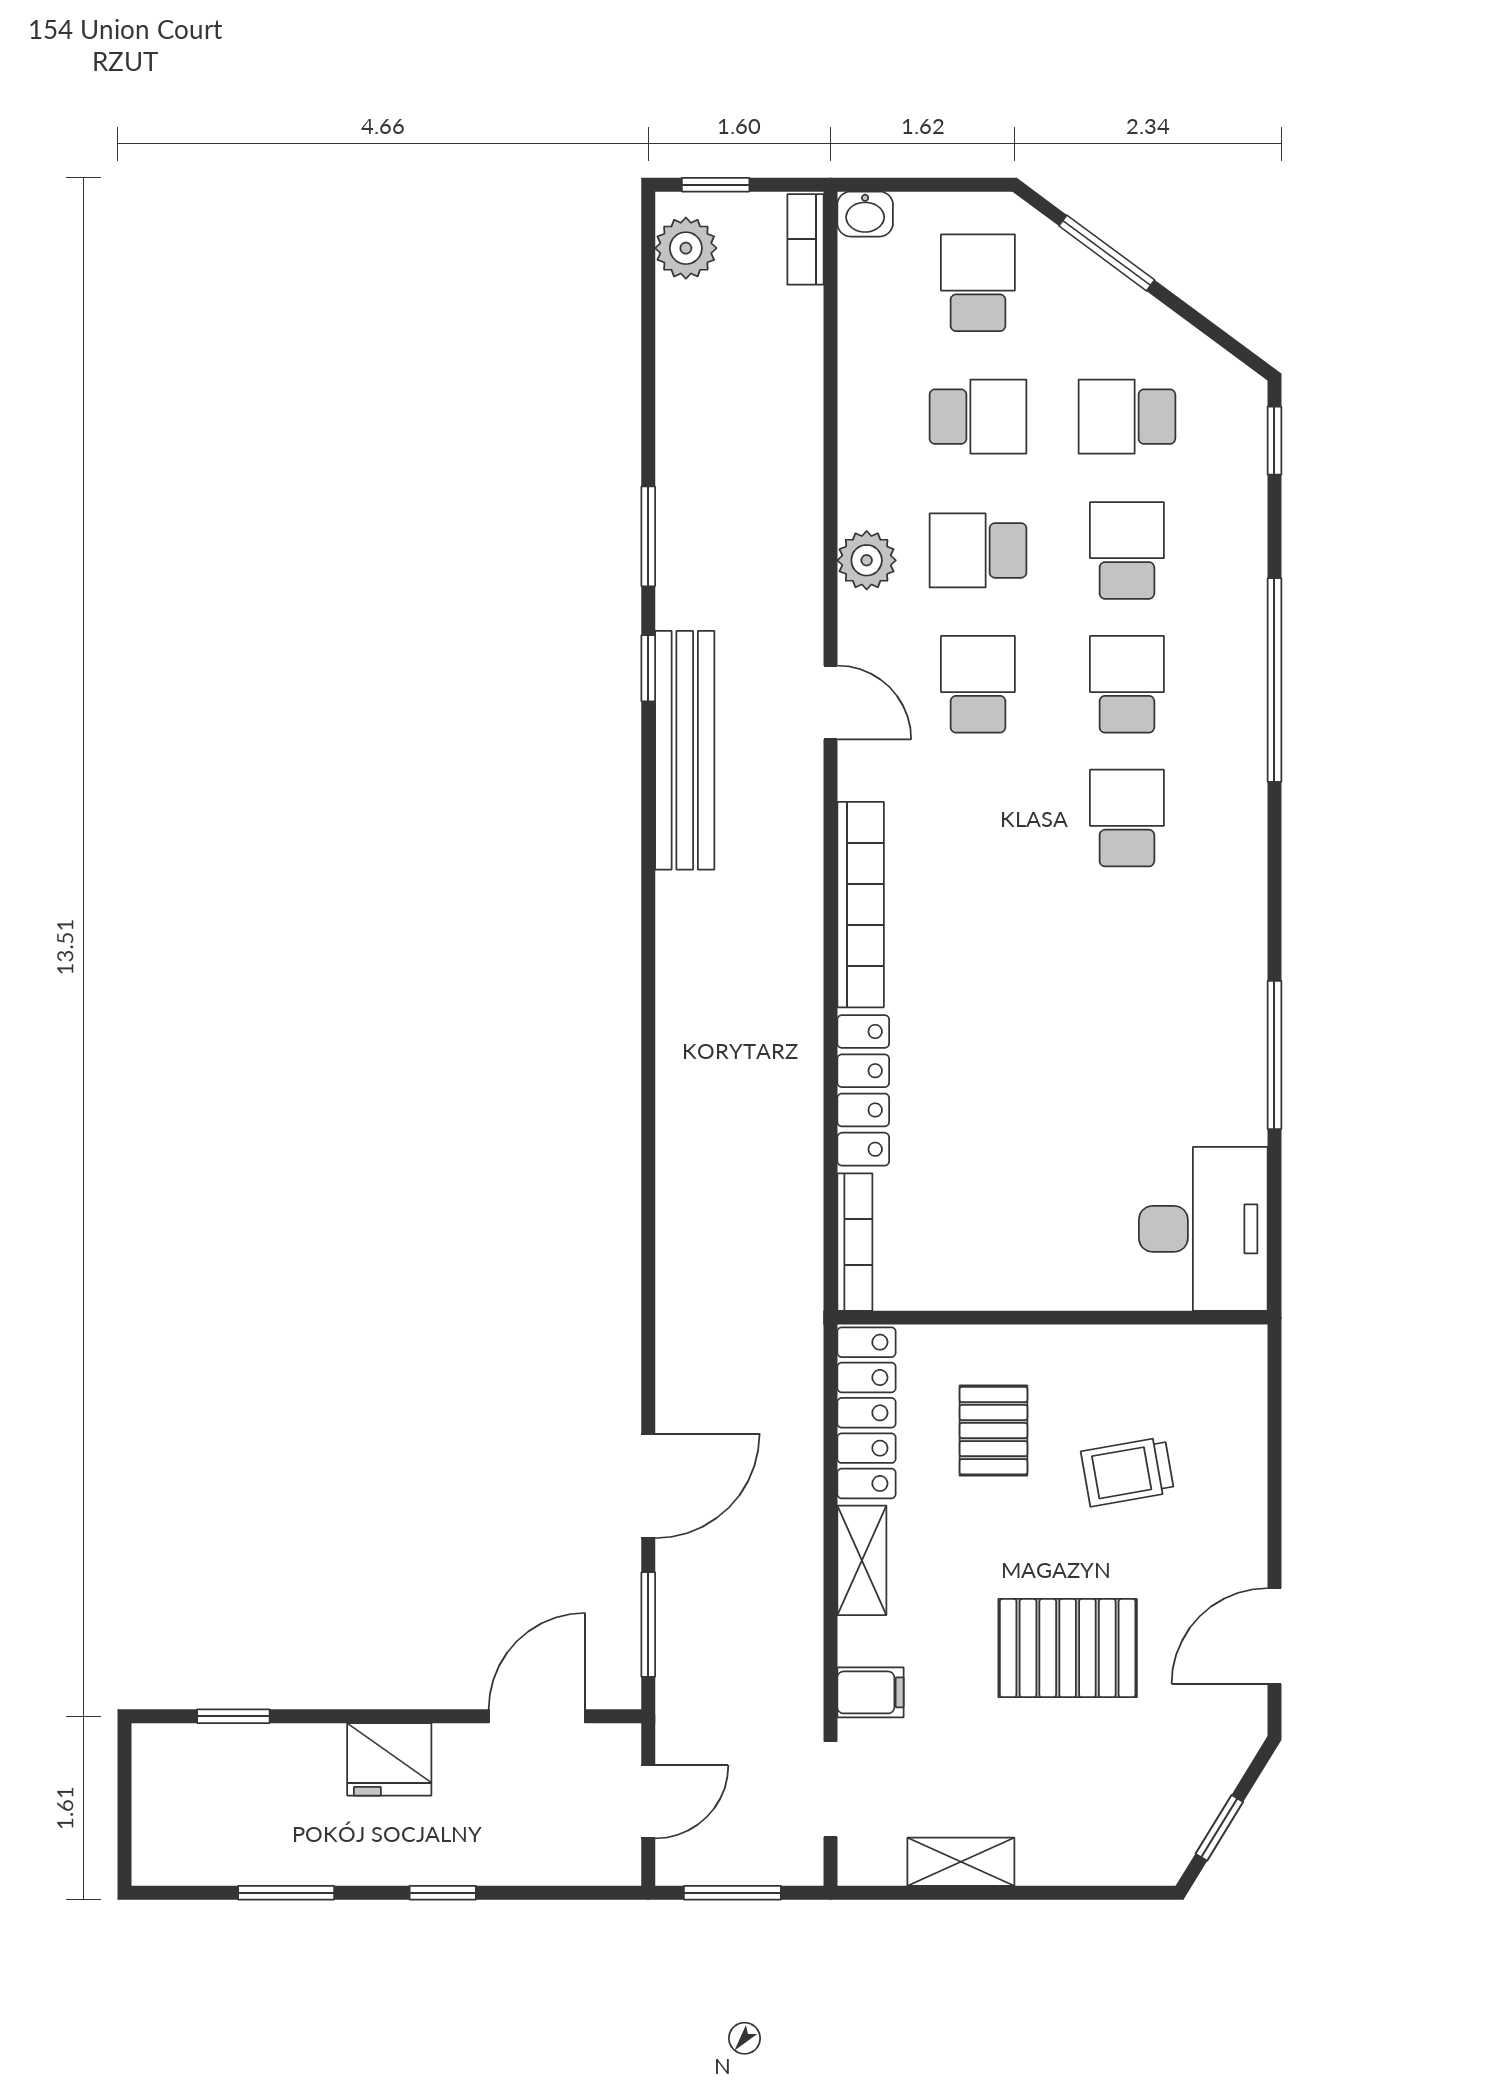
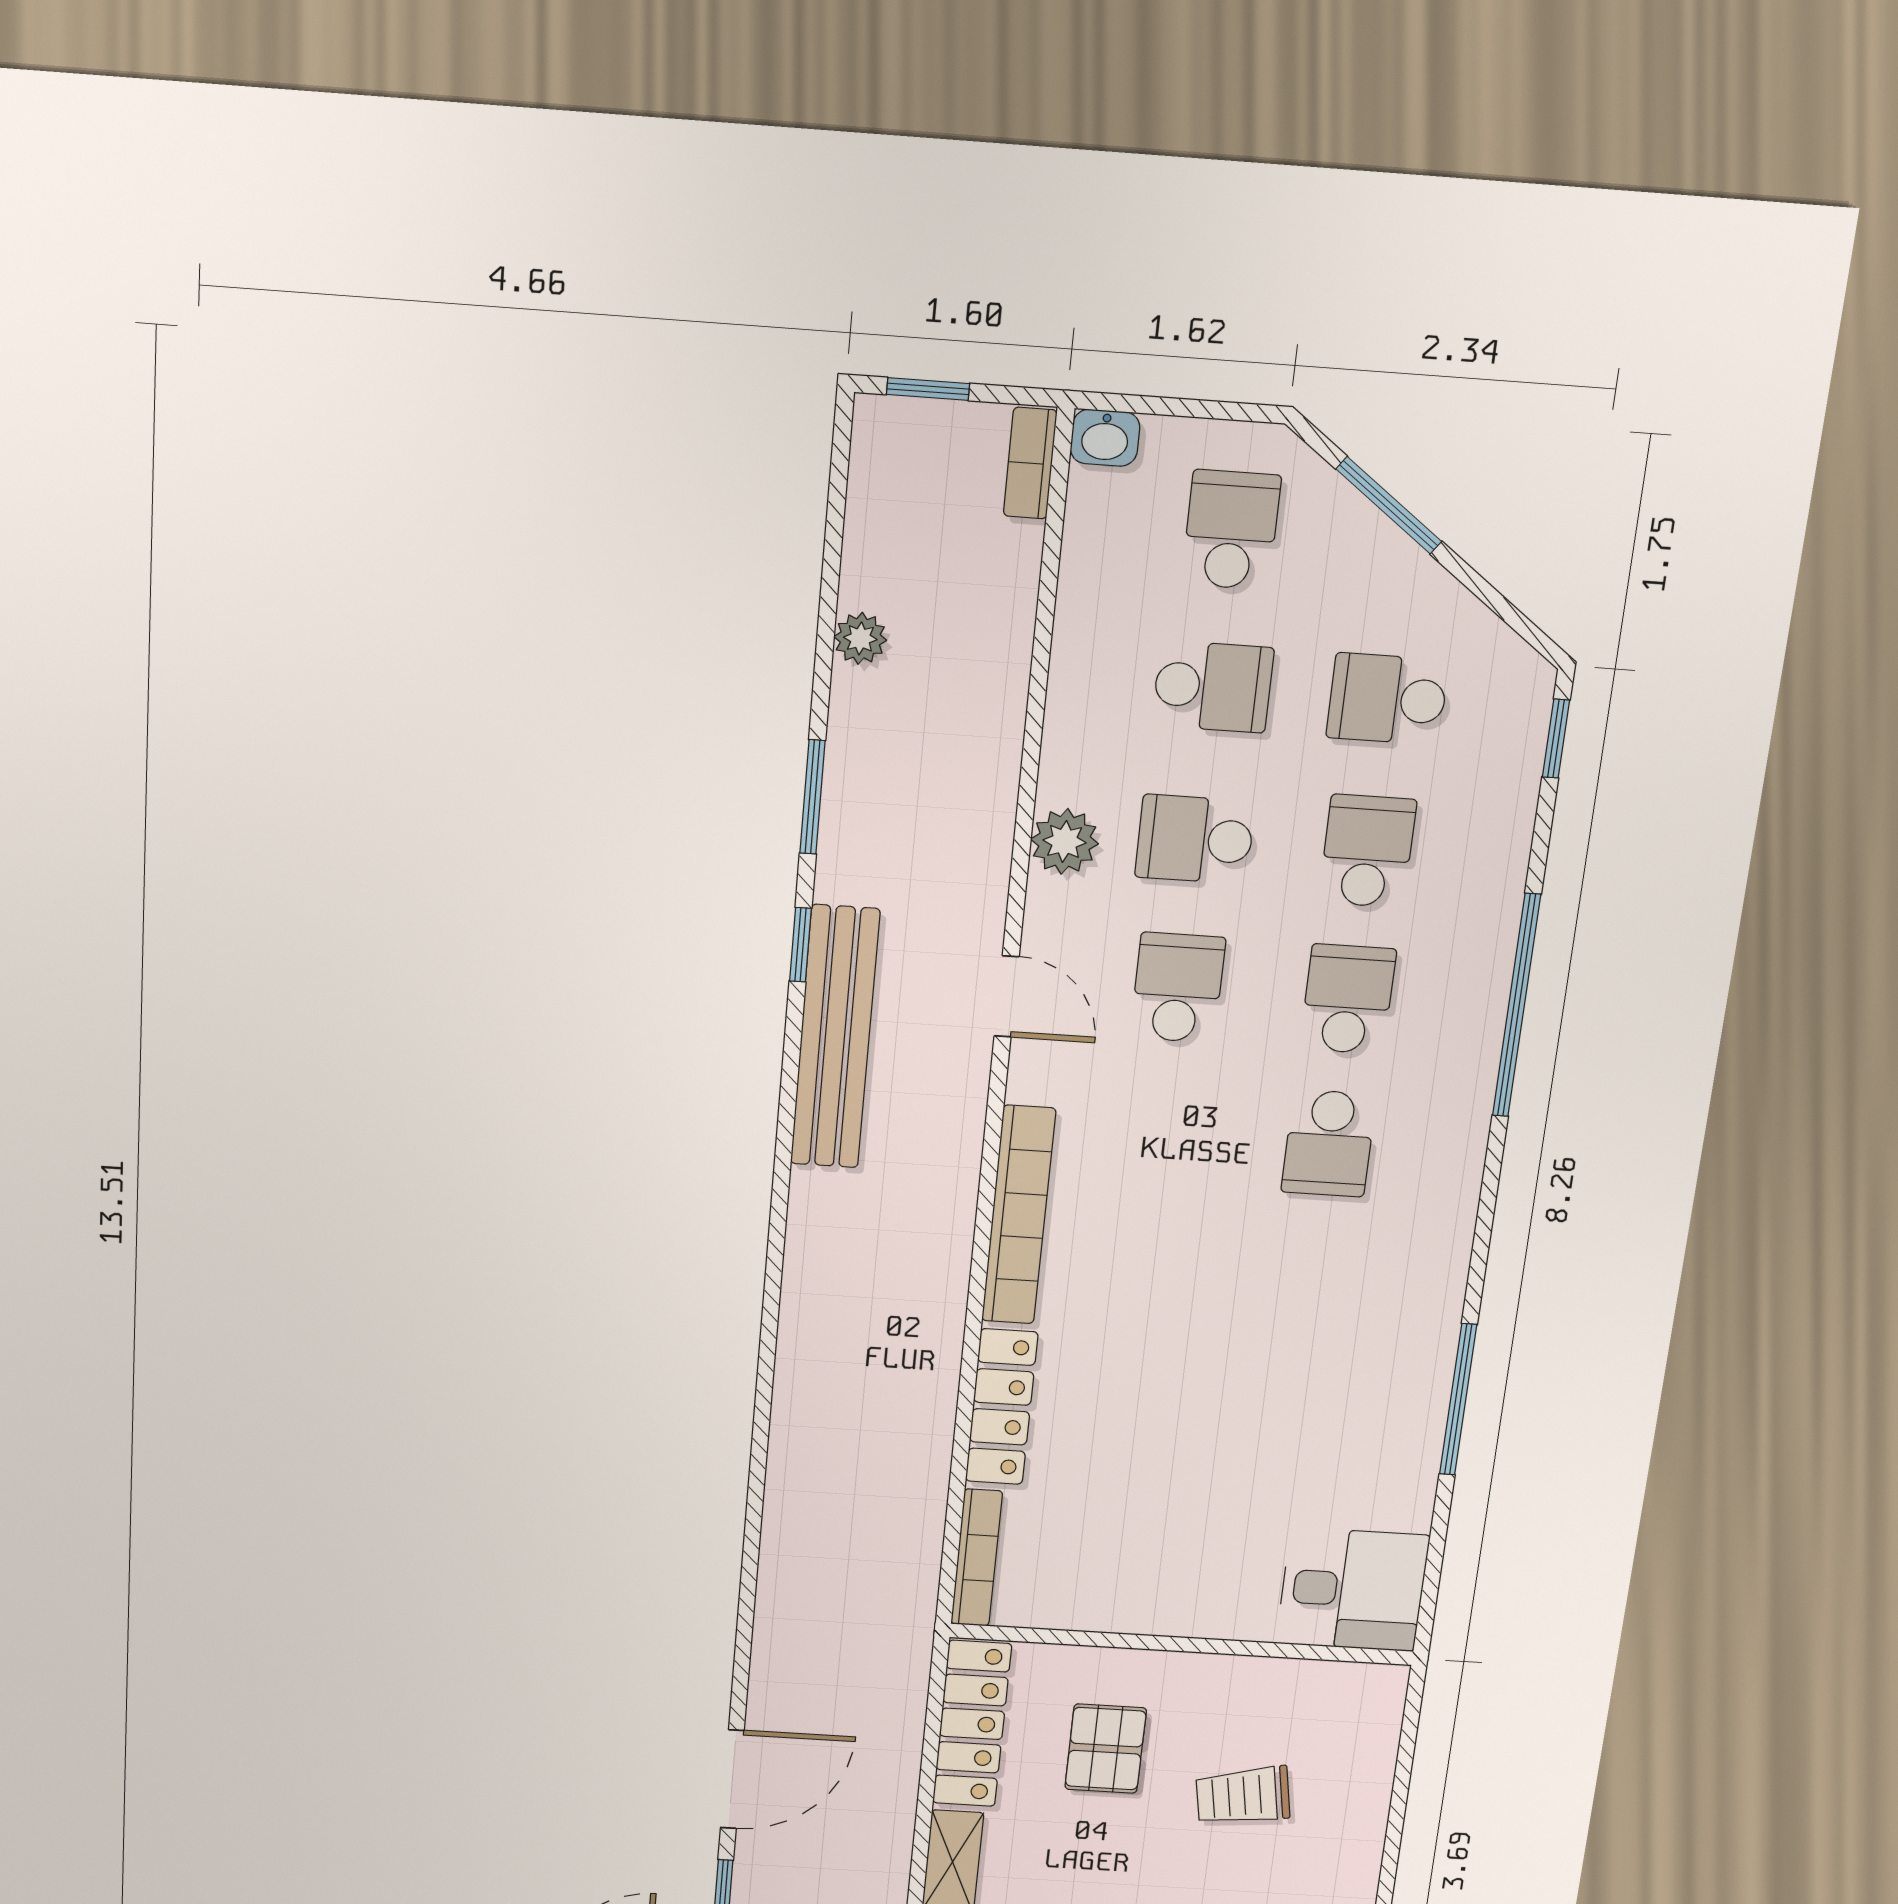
plant: (686, 248) -> (860, 638), moved, width x0.73, depth x0.73
school desk: (1127, 818) -> (1329, 1143), turned 180
desk: (1203, 1229) -> (1353, 1590), width x0.73

